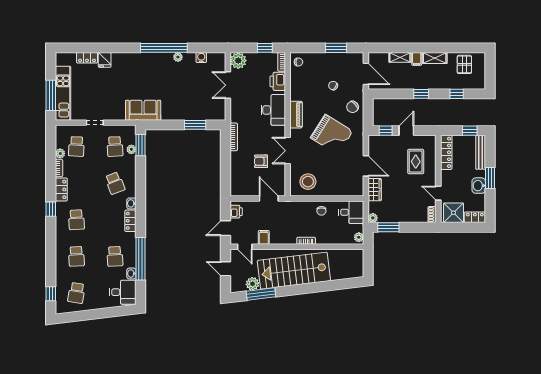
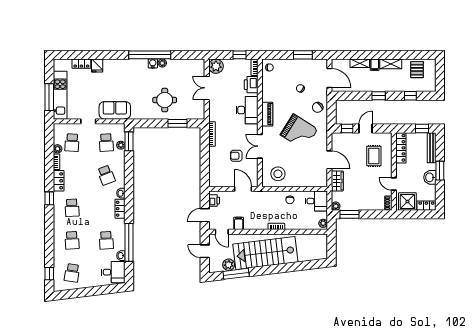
water cooler: (201, 58) -> (153, 63), moved
round table: (181, 99) -> (165, 100), added
sofa: (143, 110) -> (115, 110), moved

